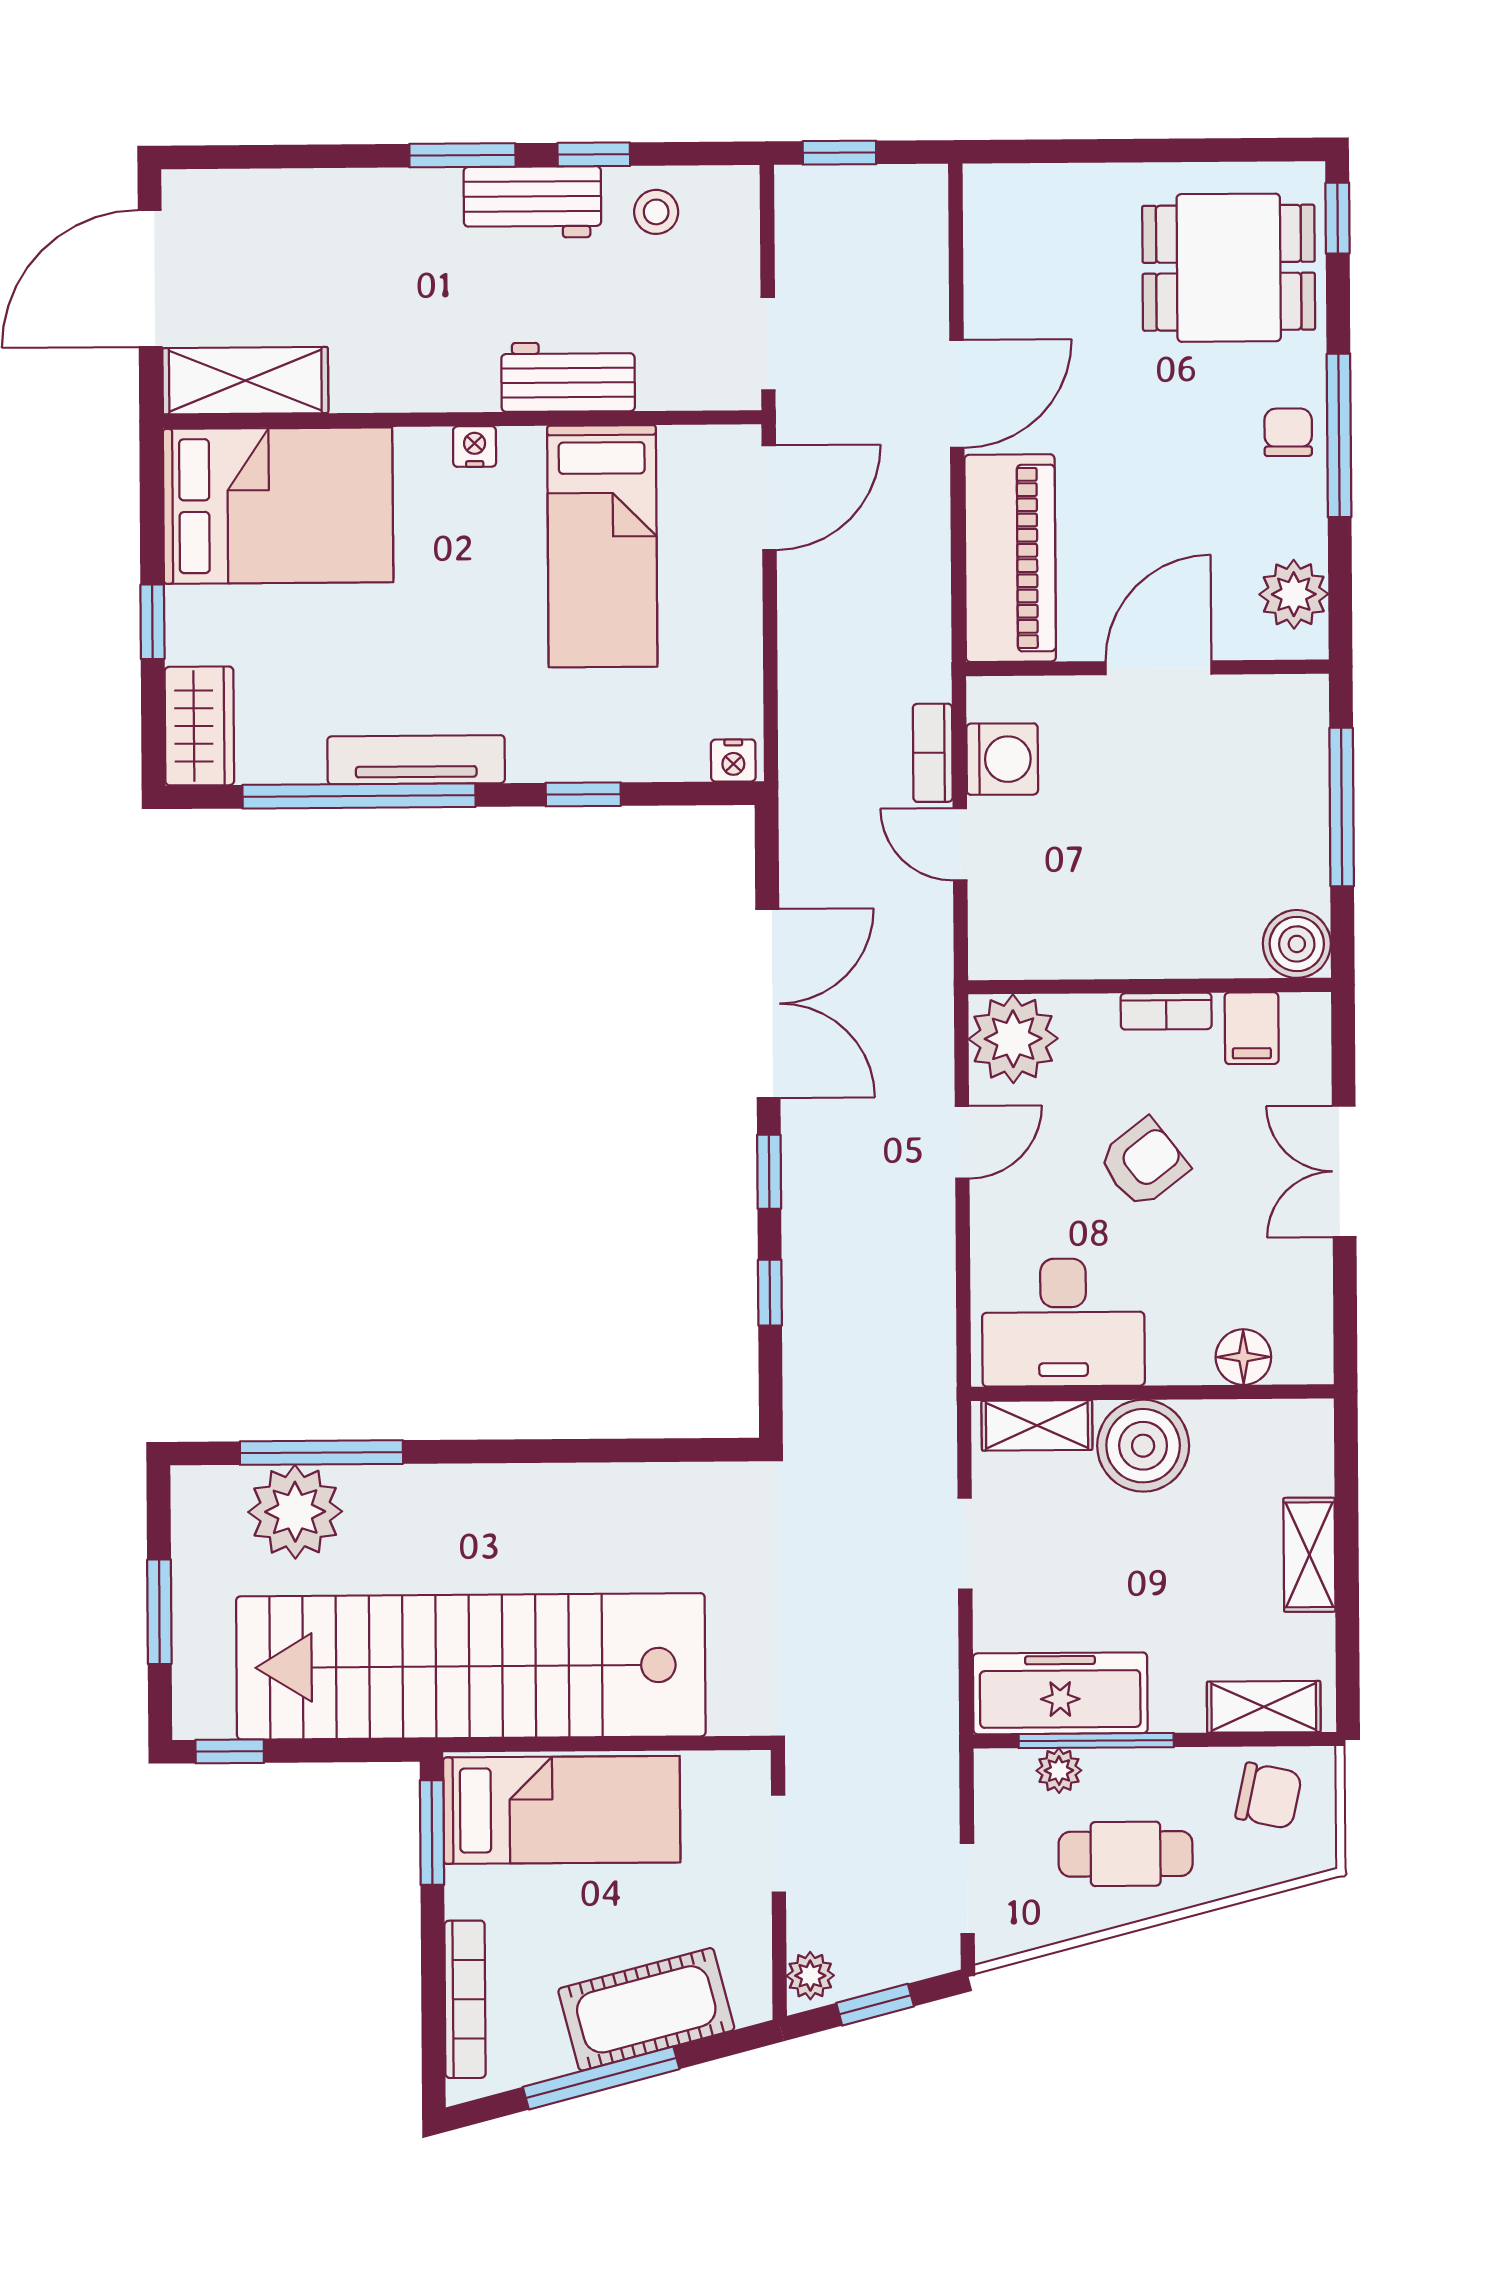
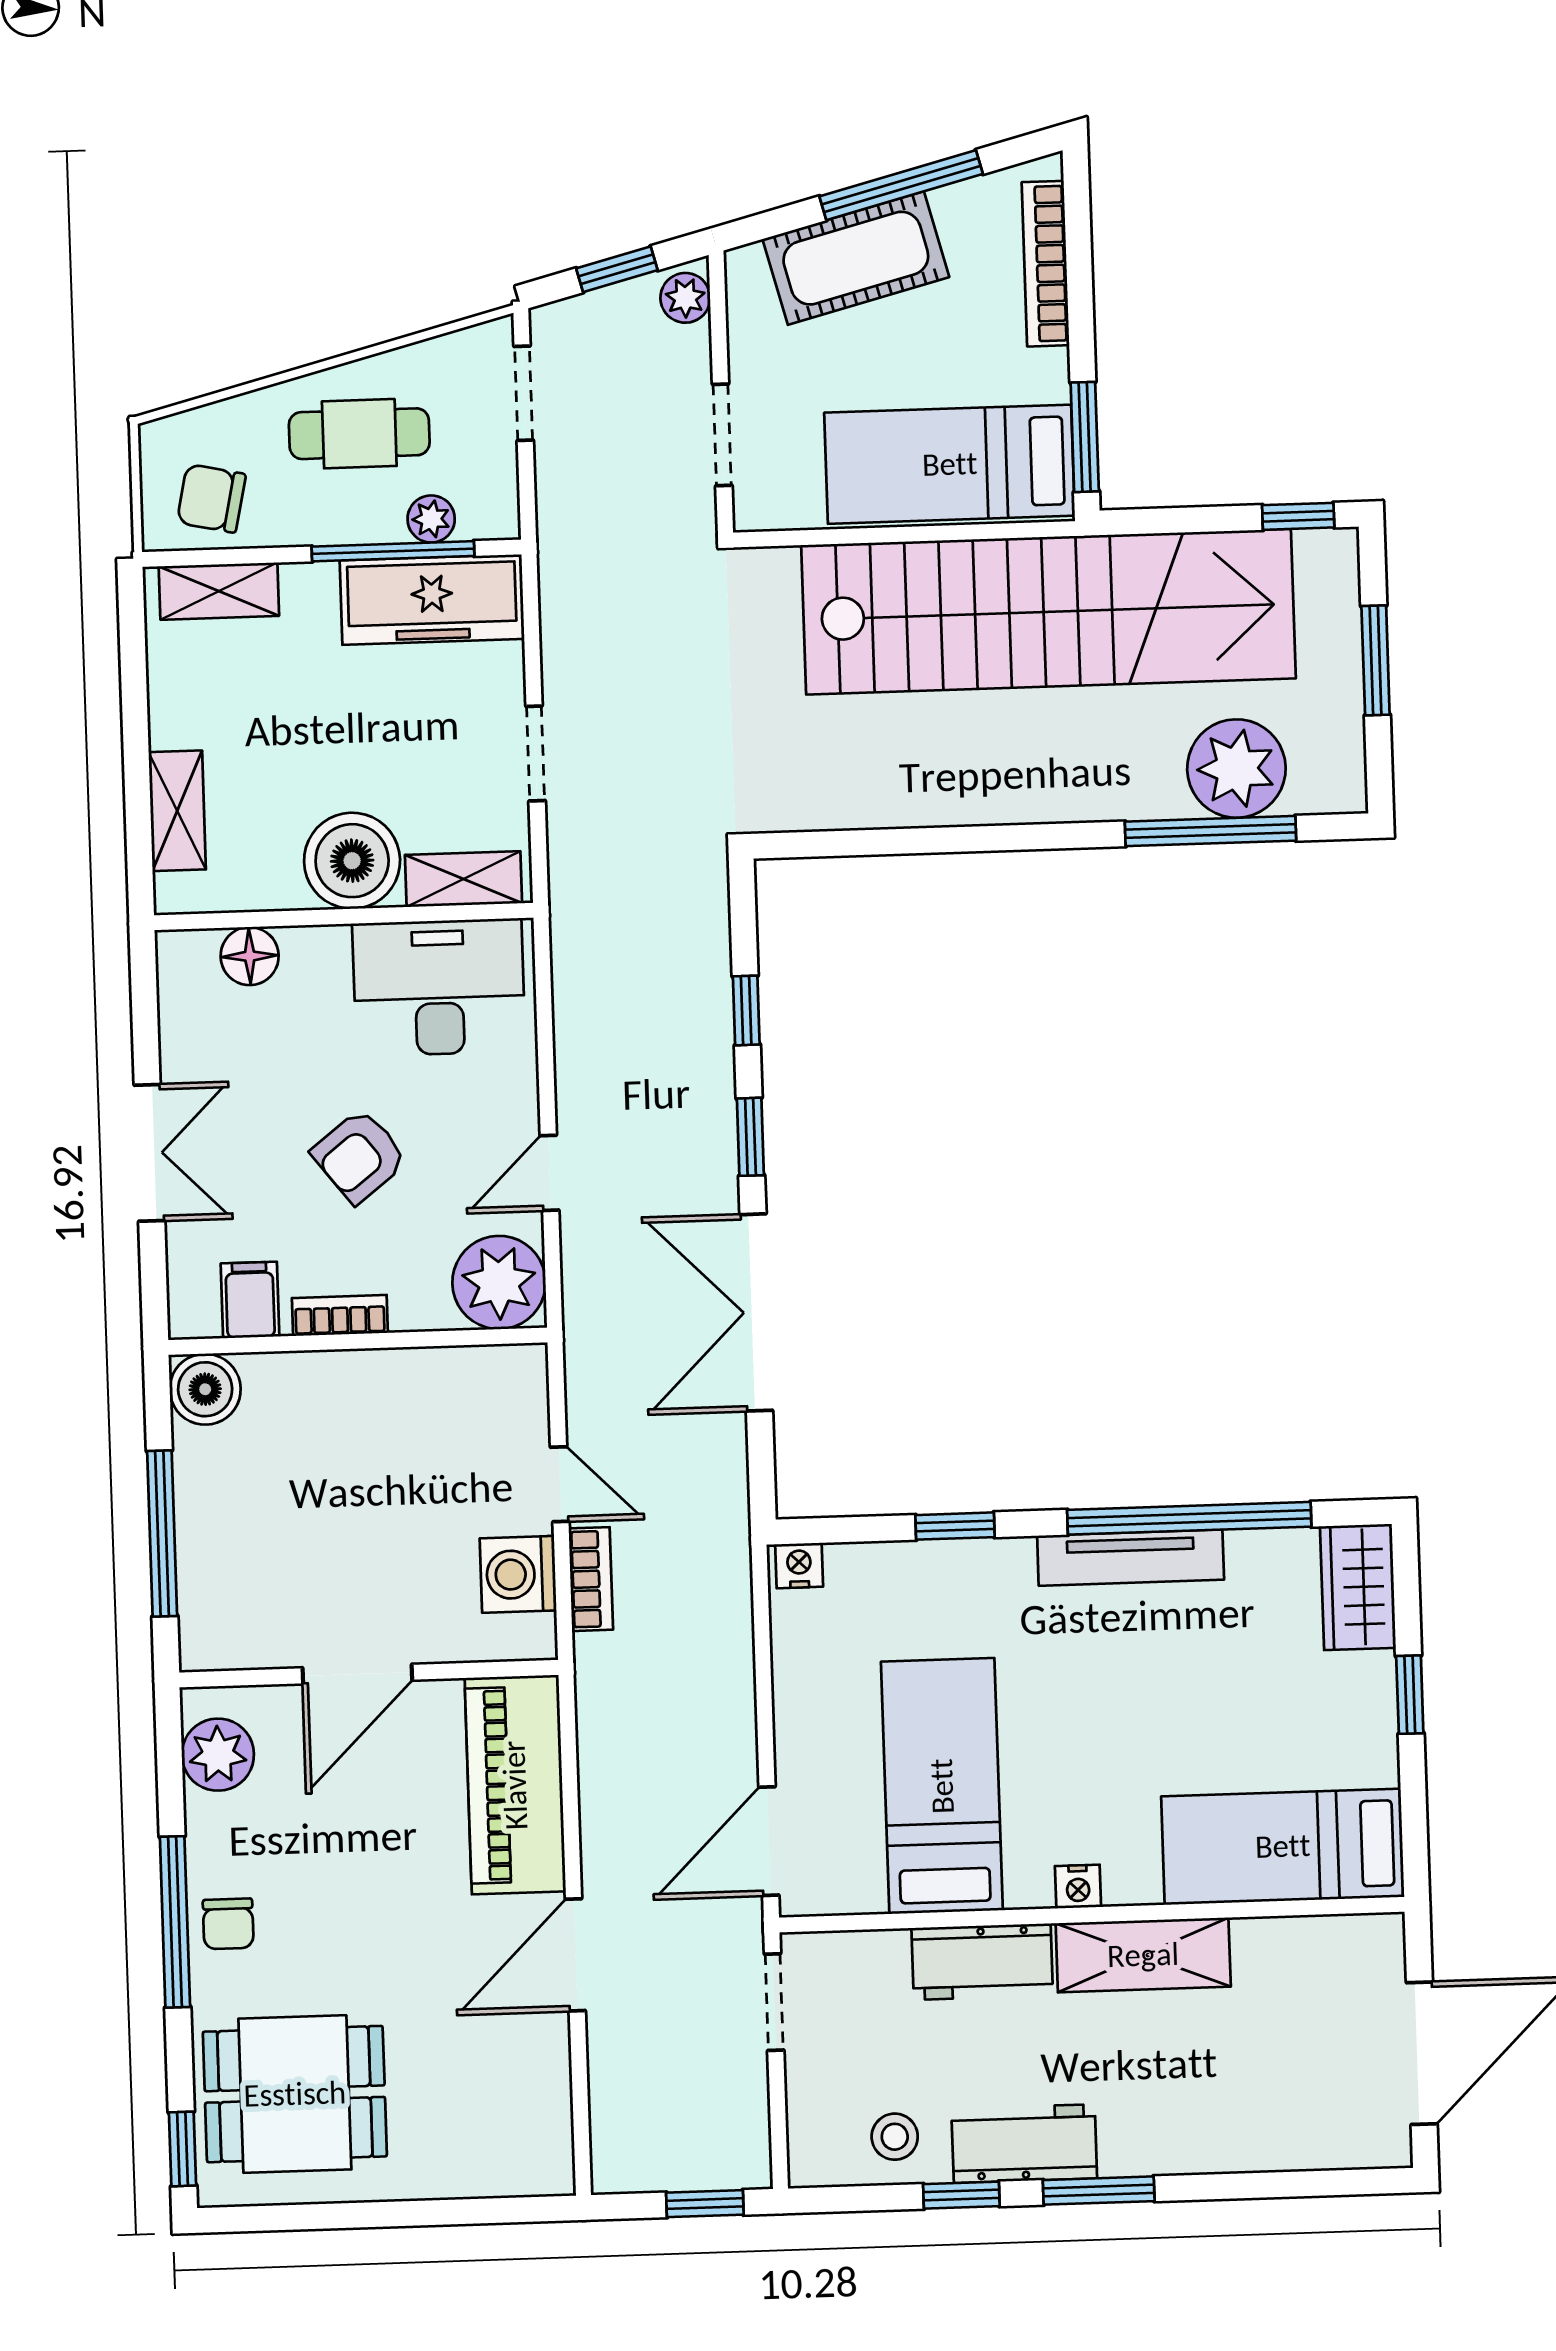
shelving: (245, 381) -> (1143, 1955), moved
bed: (278, 506) -> (1283, 1846), width x0.67
shelving: (1309, 1555) -> (177, 811), moved

